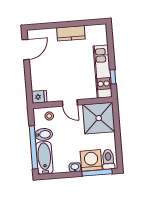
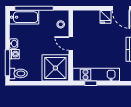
fridge: (39, 97) -> (106, 17), moved
door: (70, 103) -> (71, 44), hinge flipped
bidet: (44, 134) -> (45, 18), removed
washing machine: (91, 160) -> (14, 54), width x0.53, depth x0.53

